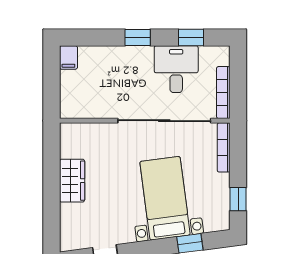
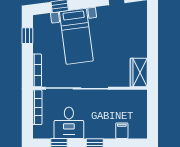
filing cabinet: (68, 57) -> (122, 131), moved
wardrobe: (72, 181) -> (139, 73), moved

